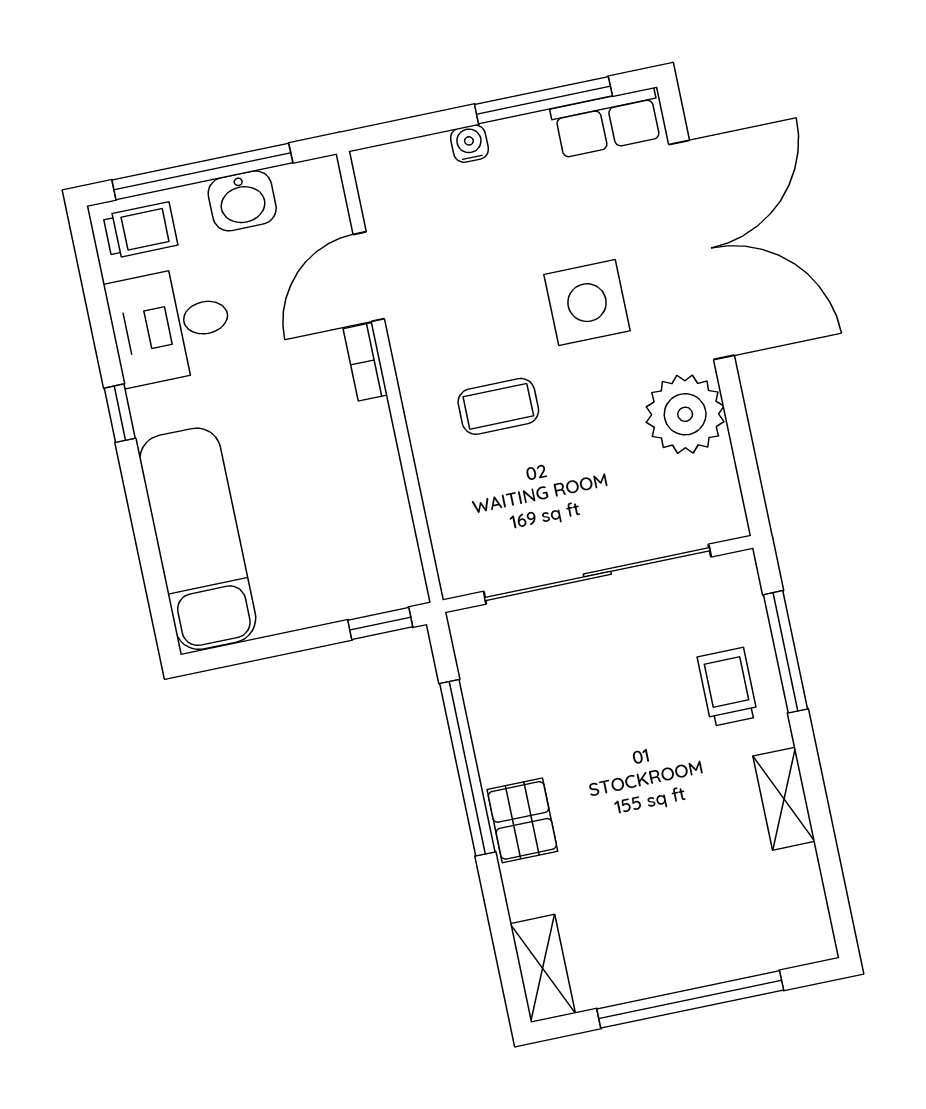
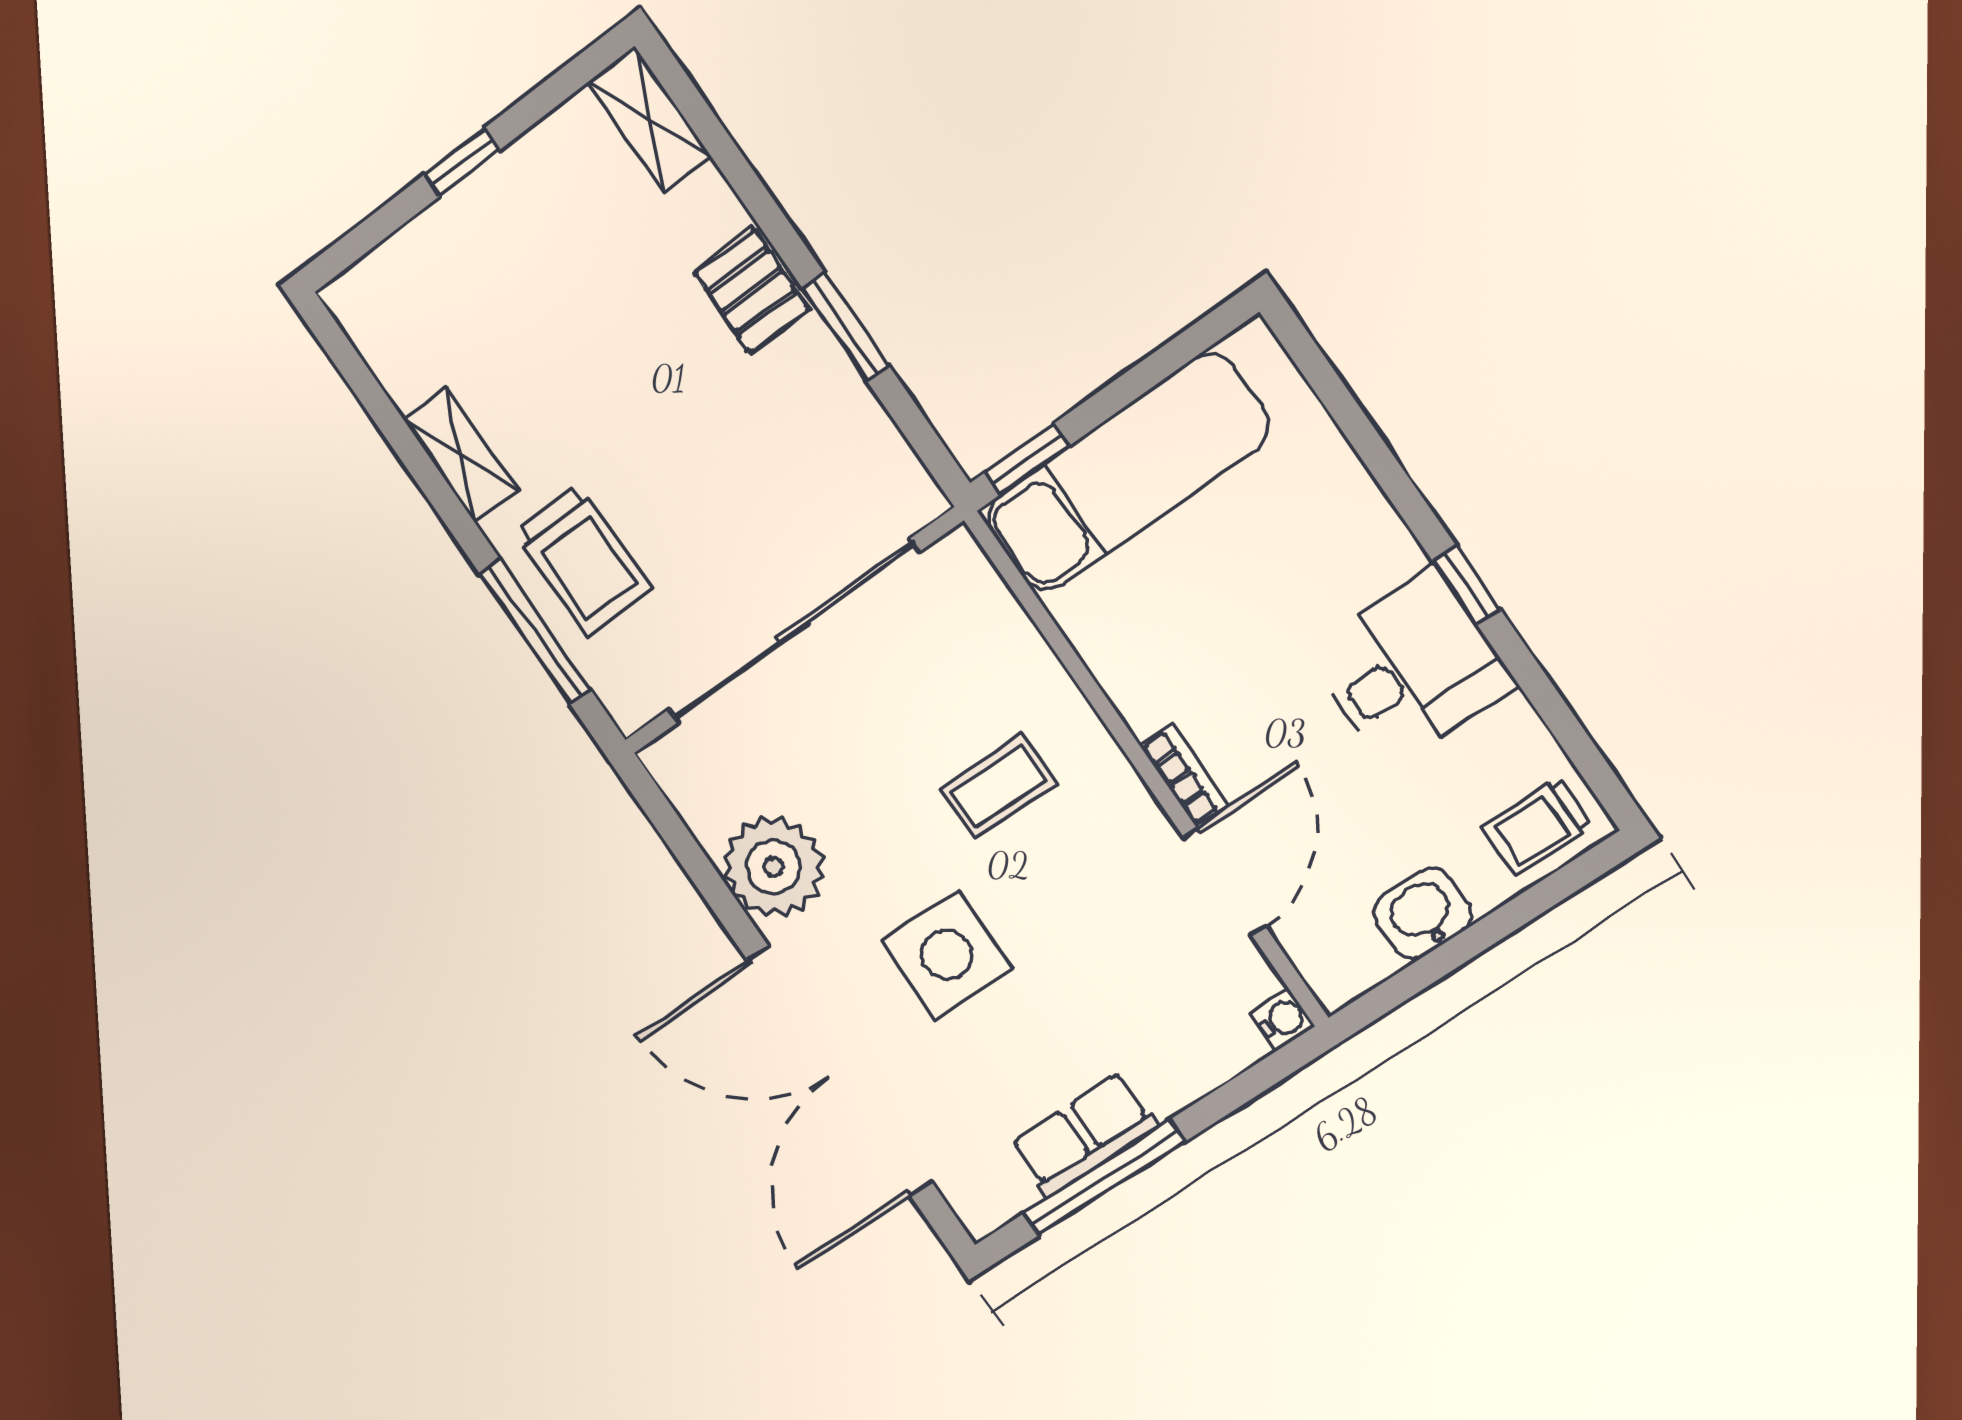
row of seats: (607, 123) -> (1084, 1135), moved
water cooler: (469, 144) -> (1283, 1020), moved, turned -90
window: (202, 171) -> (1489, 931), removed
desk: (170, 325) -> (1411, 669), moved
exam couch: (198, 539) -> (1127, 472), moved, turned -90
trolley: (727, 687) -> (583, 560), width x1.36, depth x1.39
window: (467, 768) -> (845, 327), width x0.47
window: (690, 999) -> (462, 162), width x0.32

